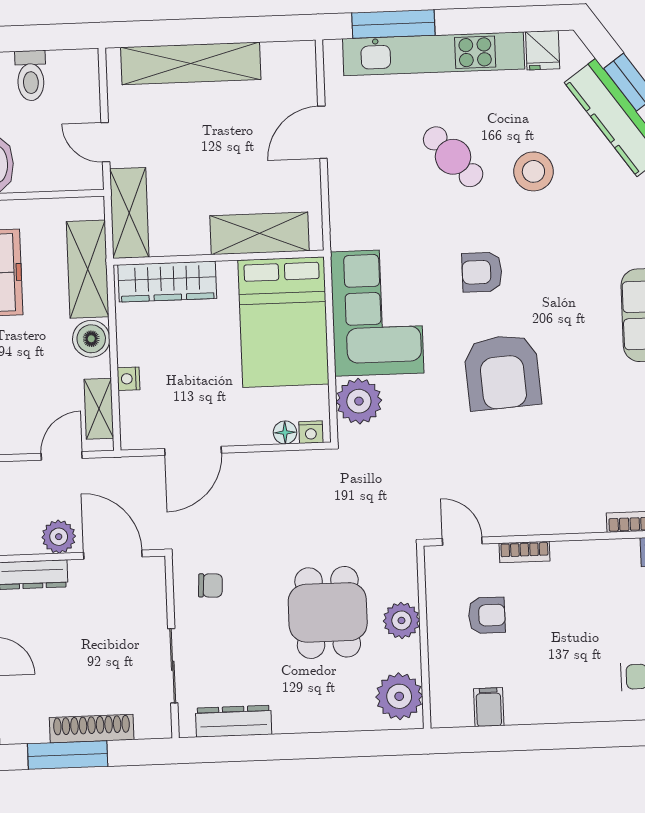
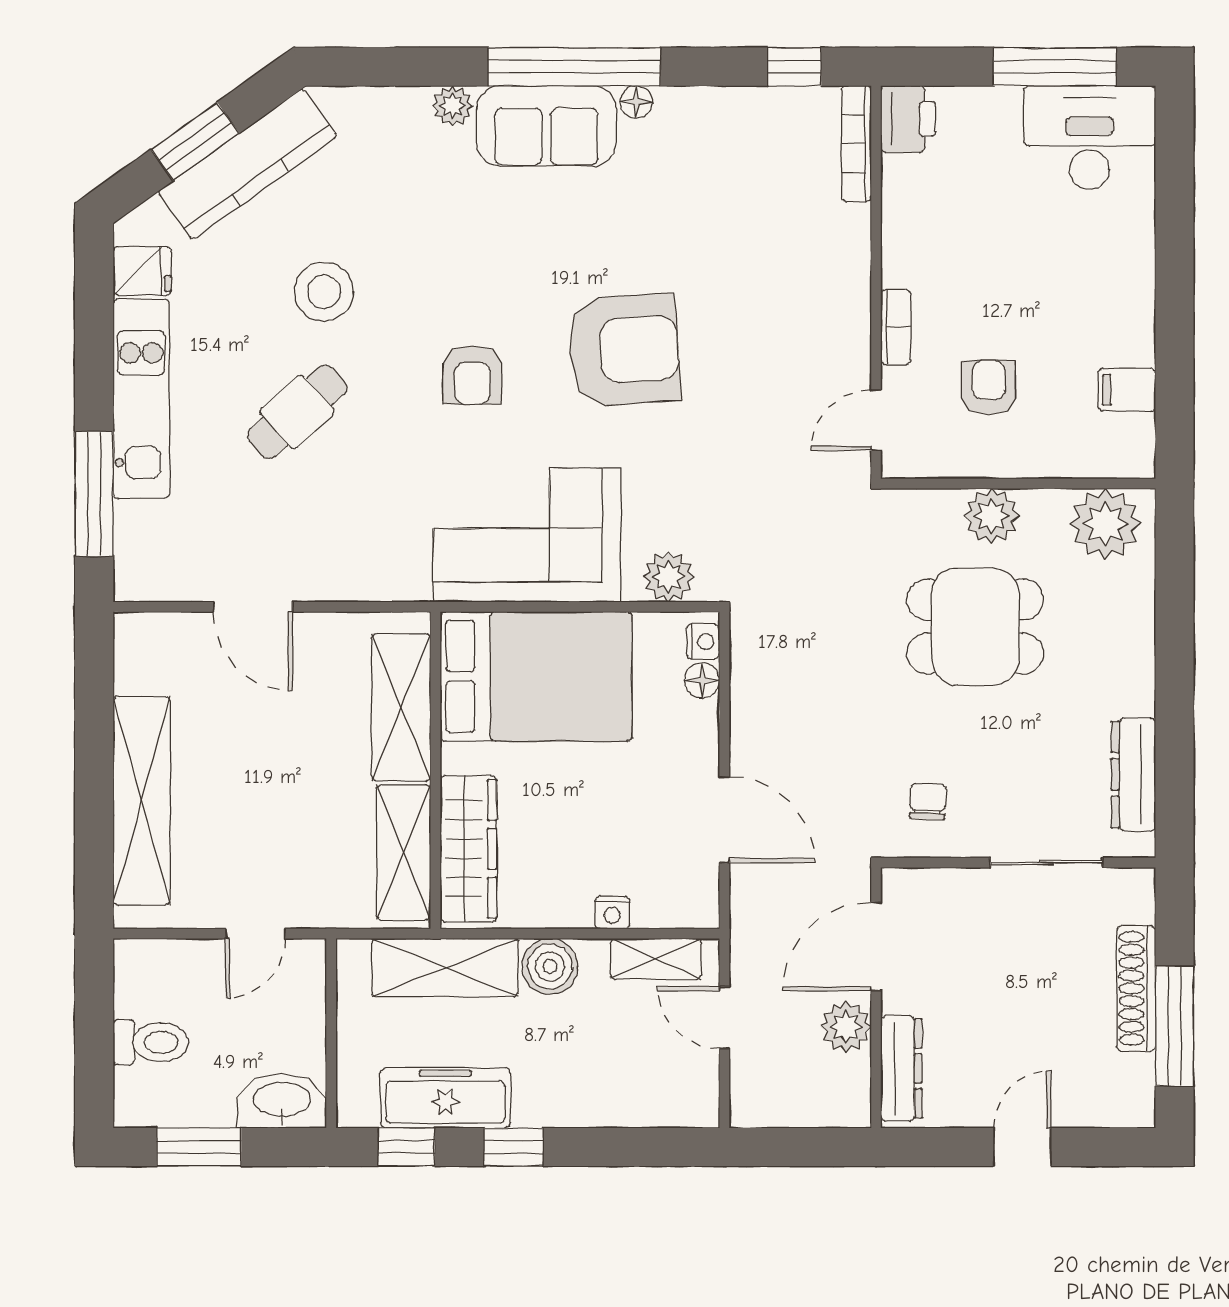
kitchen unit: (434, 54) -> (141, 399), width x0.73
shelving: (129, 213) -> (404, 852), moved, turned 90
plant: (359, 401) -> (668, 577), width x0.73, depth x0.73

